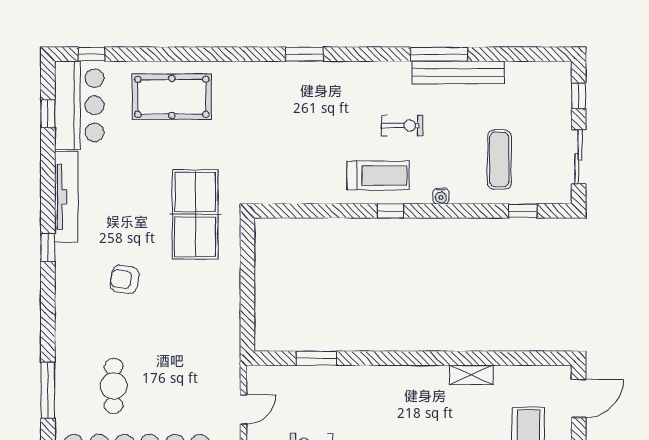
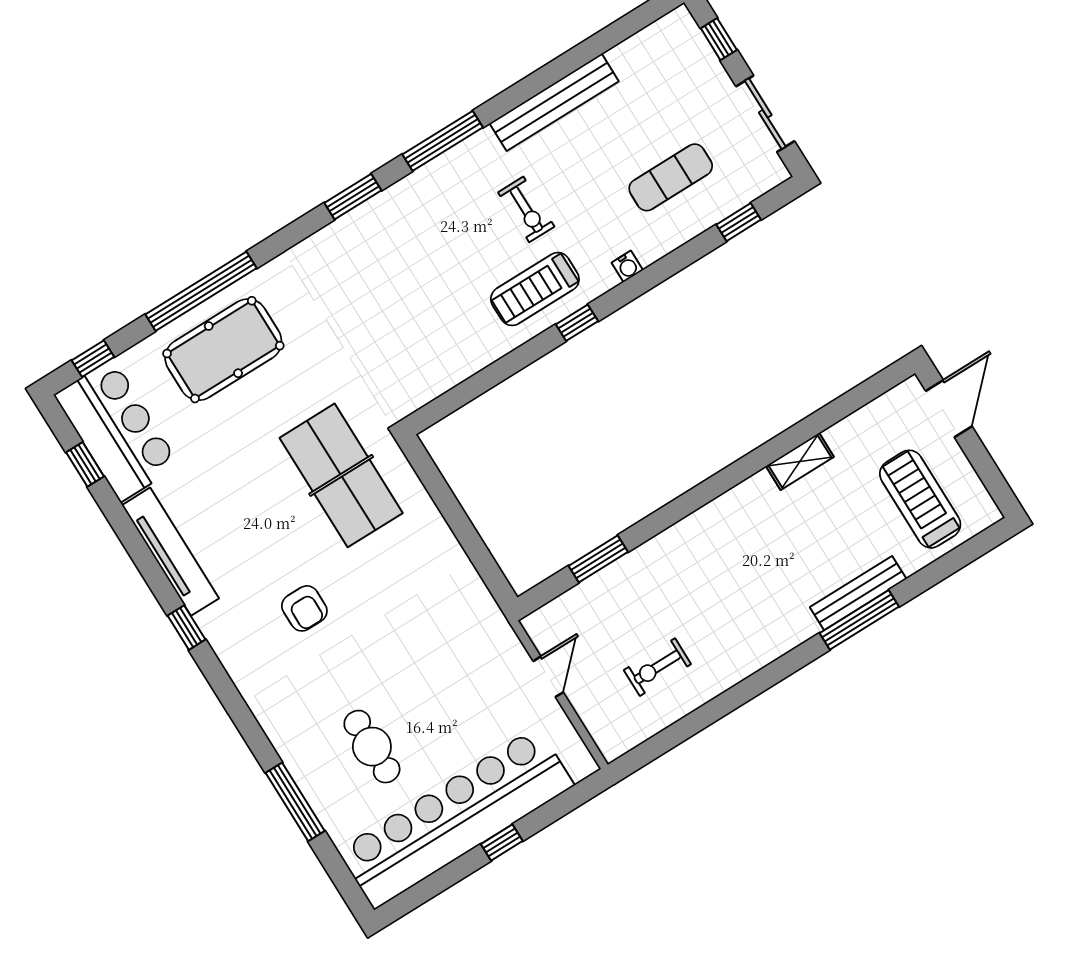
window: (180, 54) -> (201, 291), added
window: (439, 54) -> (443, 141), moved
exercise bike: (402, 125) -> (526, 209), turned 90
exercise mat: (499, 160) -> (671, 177), turned 90
treadmill: (378, 176) -> (535, 289), turned 180
armchair: (125, 280) -> (304, 608), turned -98

